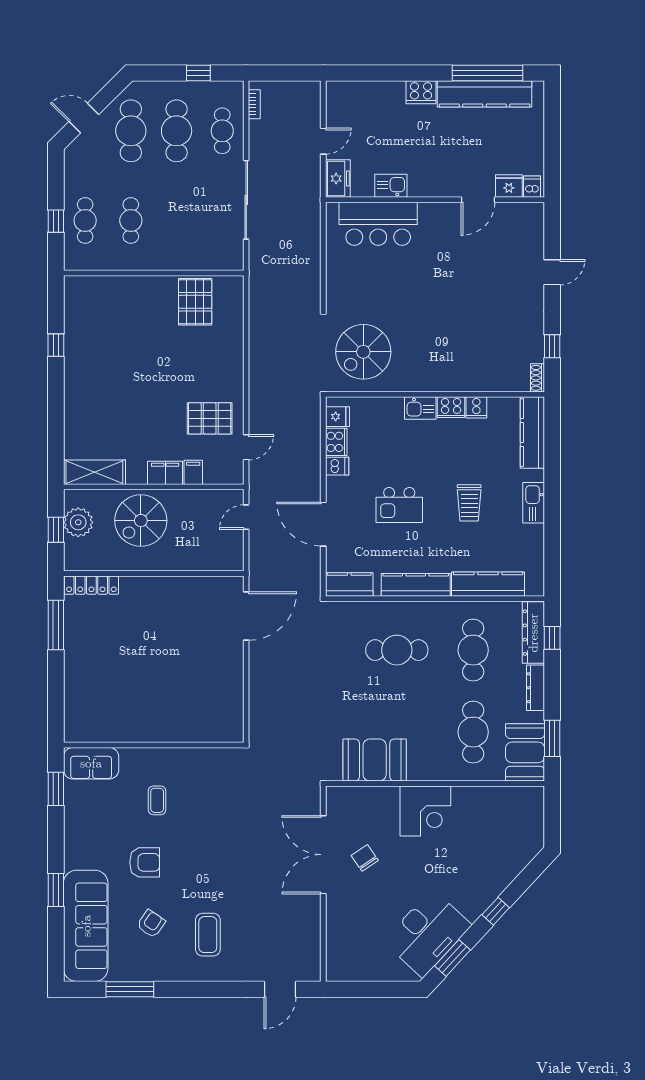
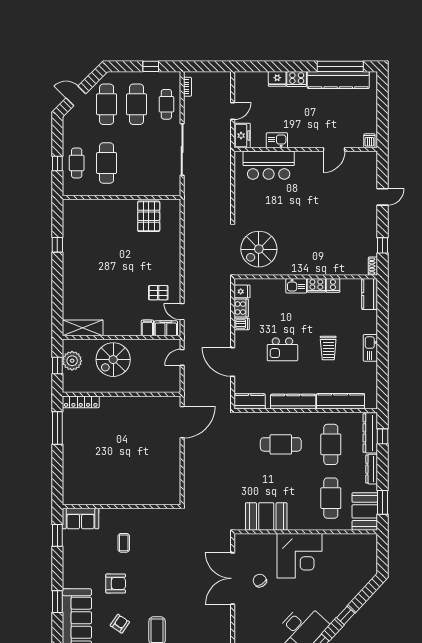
fridge: (509, 186) -> (277, 79), moved, turned 180
cafe table: (131, 221) -> (107, 163), width x1.37, depth x1.35
pallet: (210, 418) -> (158, 293), width x0.67, depth x0.71
kitchen counter: (532, 433) -> (370, 294), width x0.67
door: (246, 447) -> (182, 312), swing flipped
filing cabinet: (165, 473) -> (166, 328), moved
corner desk: (425, 811) -> (300, 556), width x1.36, depth x1.36

